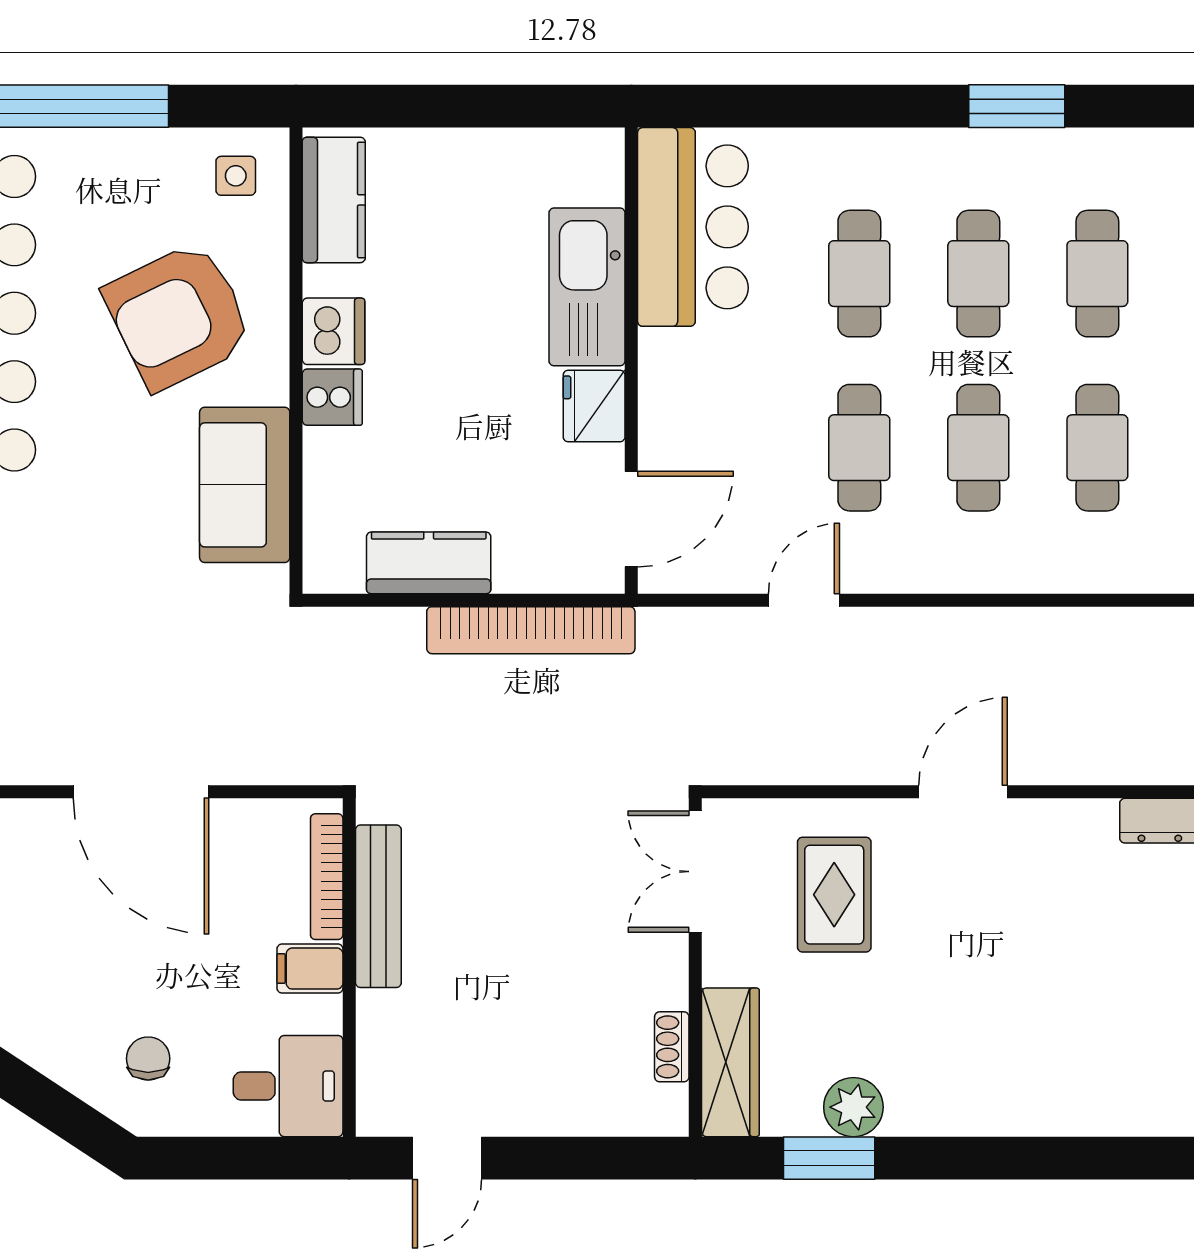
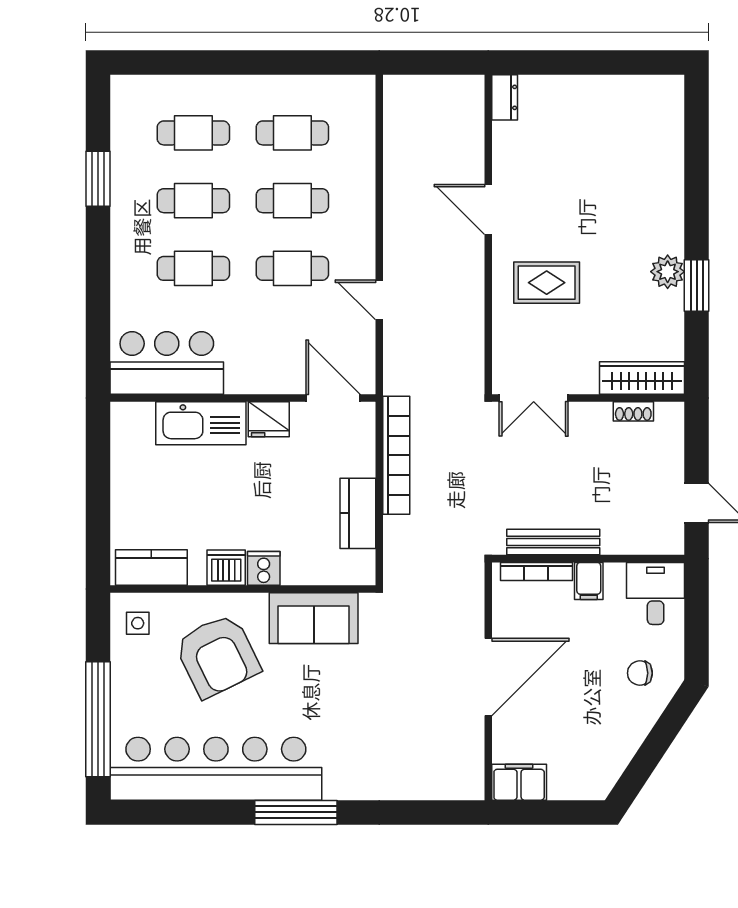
double door: (695, 872) -> (534, 398), moved
wall: (695, 967) -> (588, 398), moved
shoe rack: (672, 1047) -> (633, 411), moved
wardrobe: (730, 1062) -> (642, 378), moved

